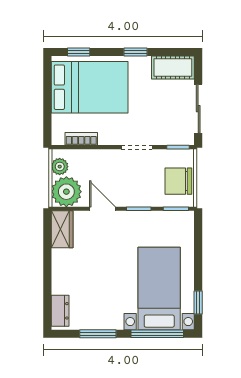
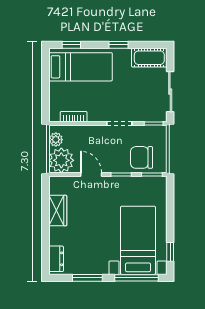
bed: (90, 87) -> (80, 67), width x0.67
chair: (178, 181) -> (141, 157), moved
wardrobe: (62, 229) -> (58, 211), moved

